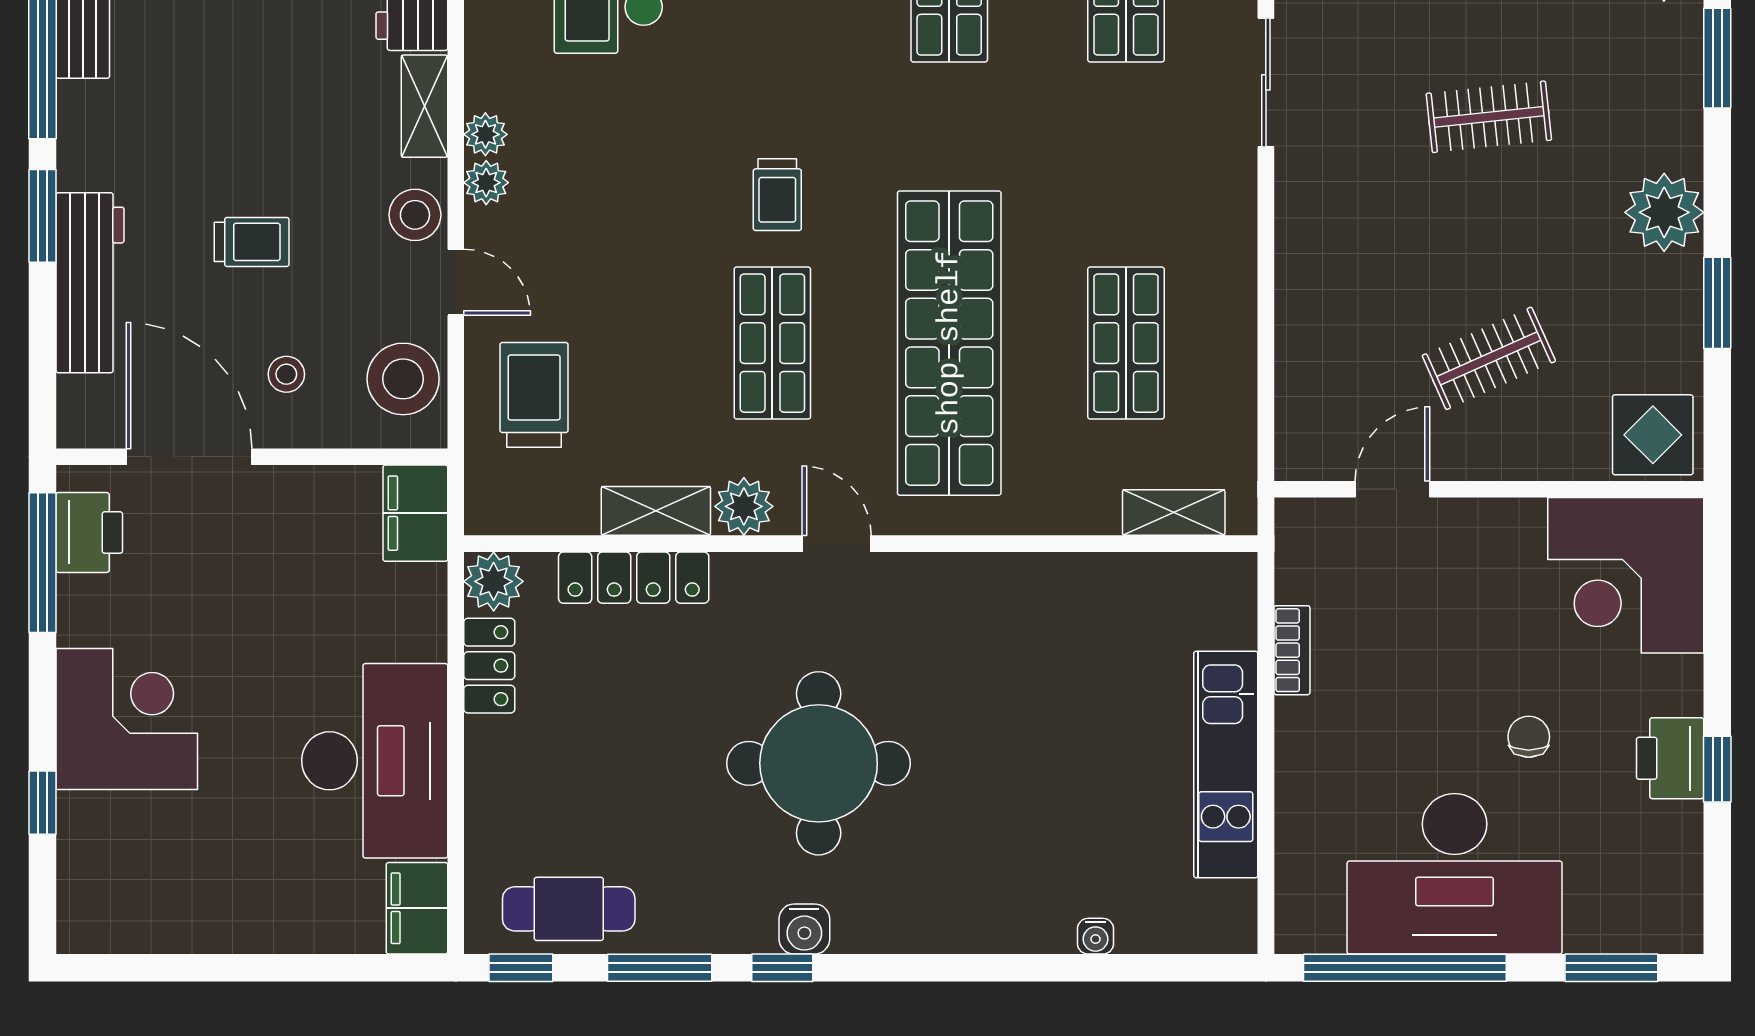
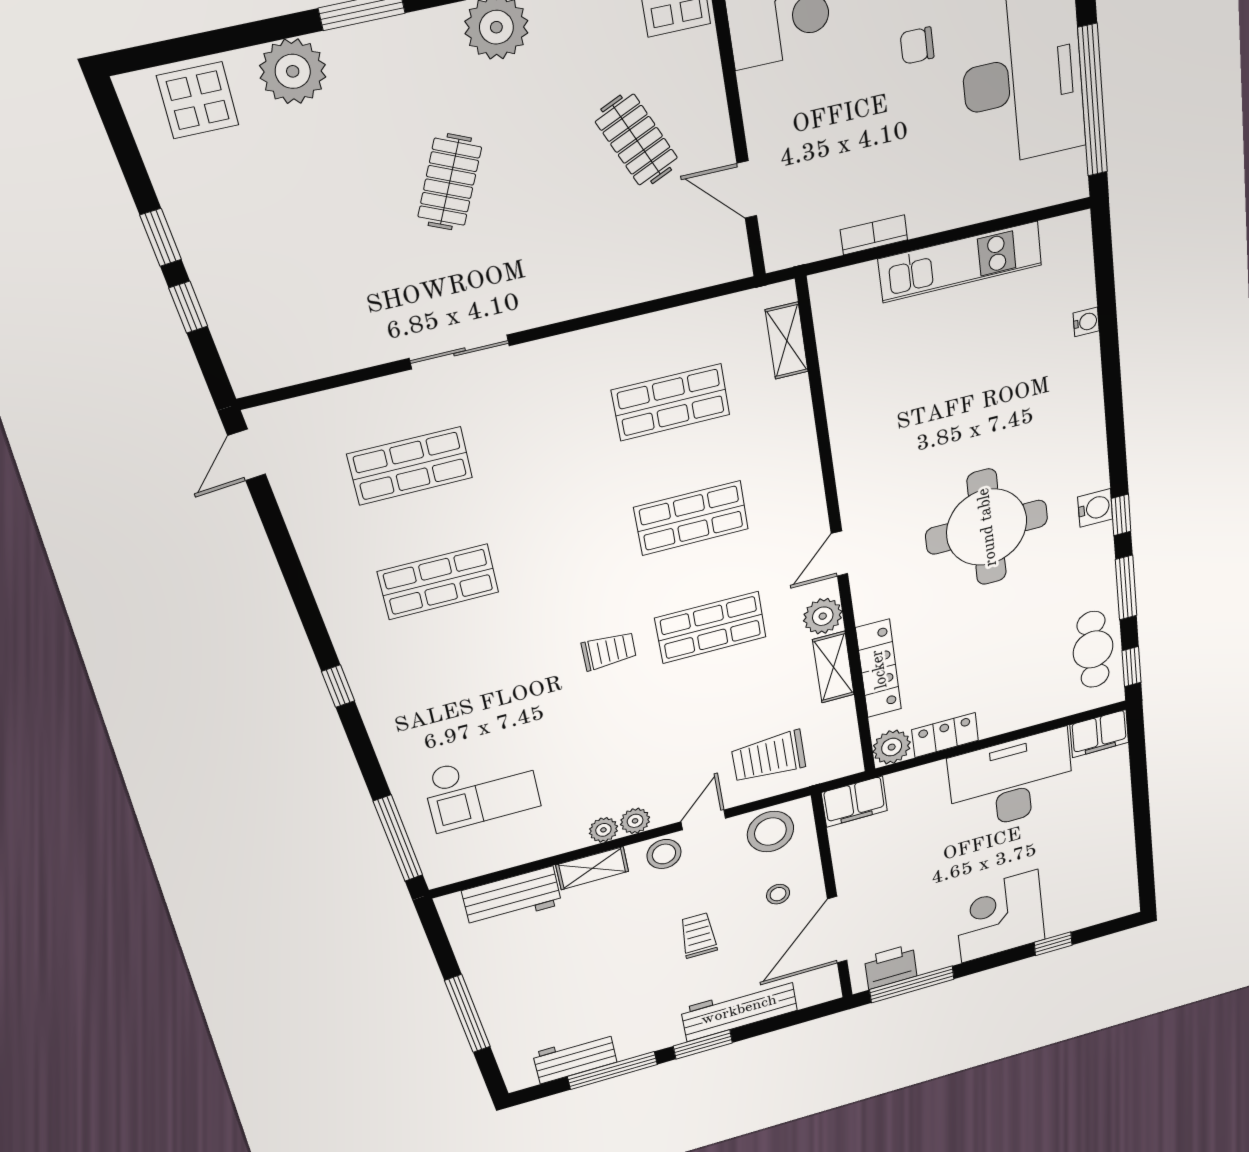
clothes rail: (1489, 117) -> (450, 182), turned 30
shop shelf: (949, 343) -> (691, 518), width x0.50, depth x0.74

